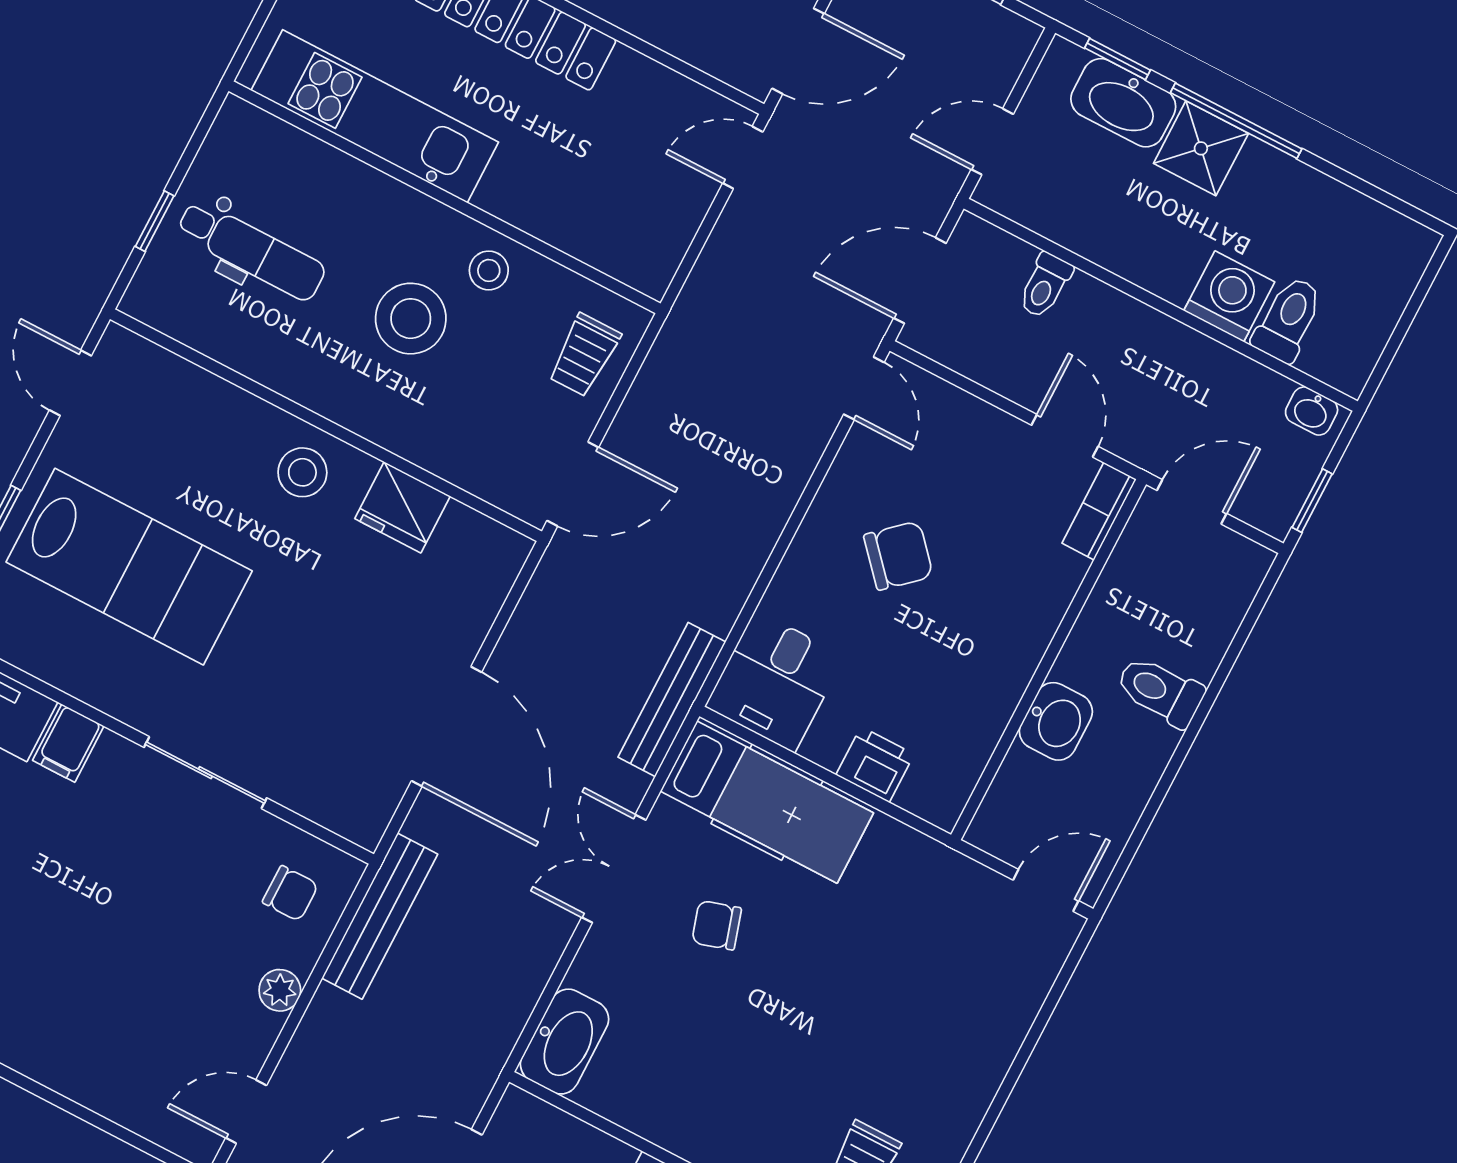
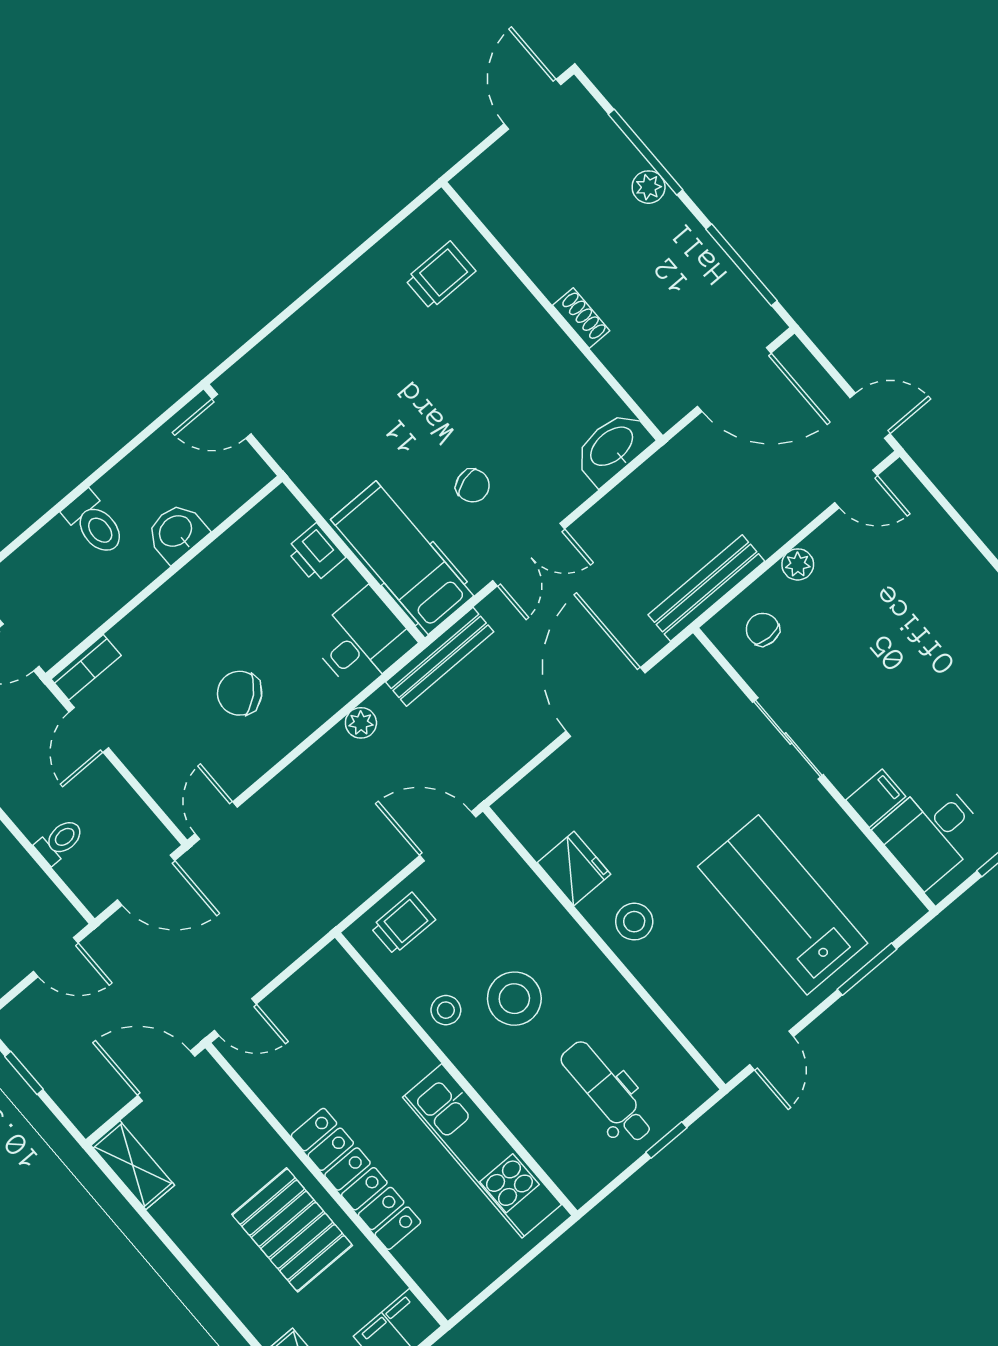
plant: (735, 580) -> (361, 723), added

